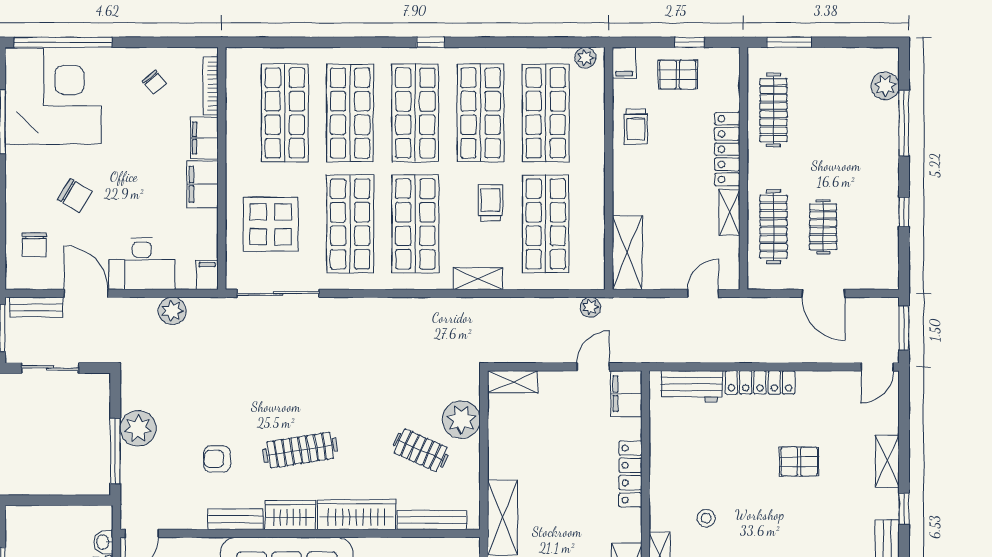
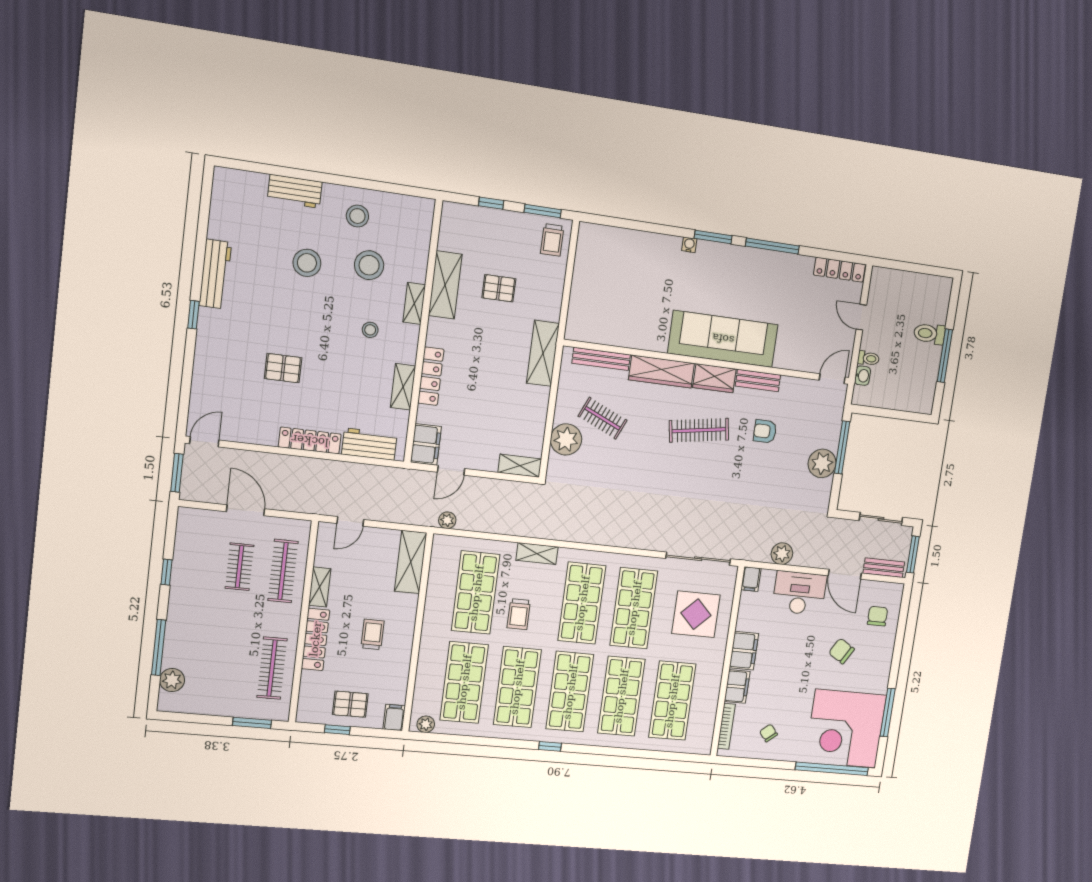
trolley: (636, 127) -> (373, 634), moved
armchair: (217, 459) -> (765, 431), turned 180
shelving: (887, 461) -> (403, 387), moved

